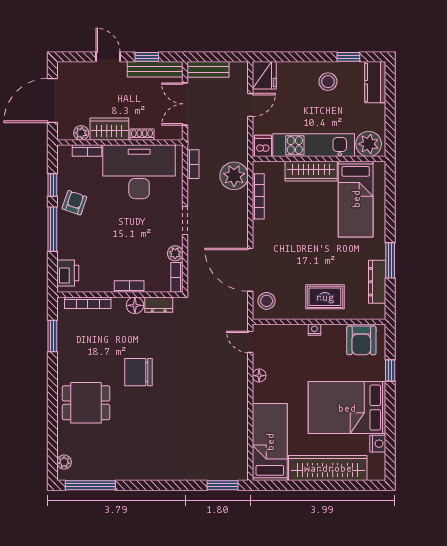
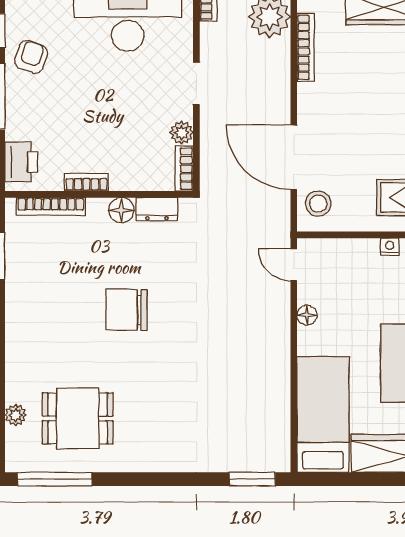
bookcase: (129, 287) -> (86, 182), moved
dining table: (86, 403) -> (78, 418), moved
plant: (64, 462) -> (16, 415), moved

